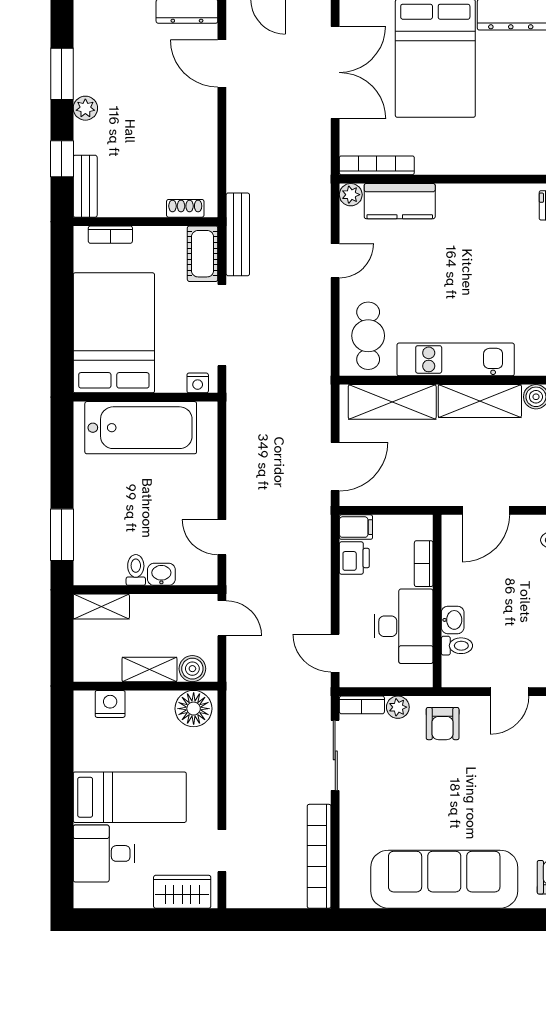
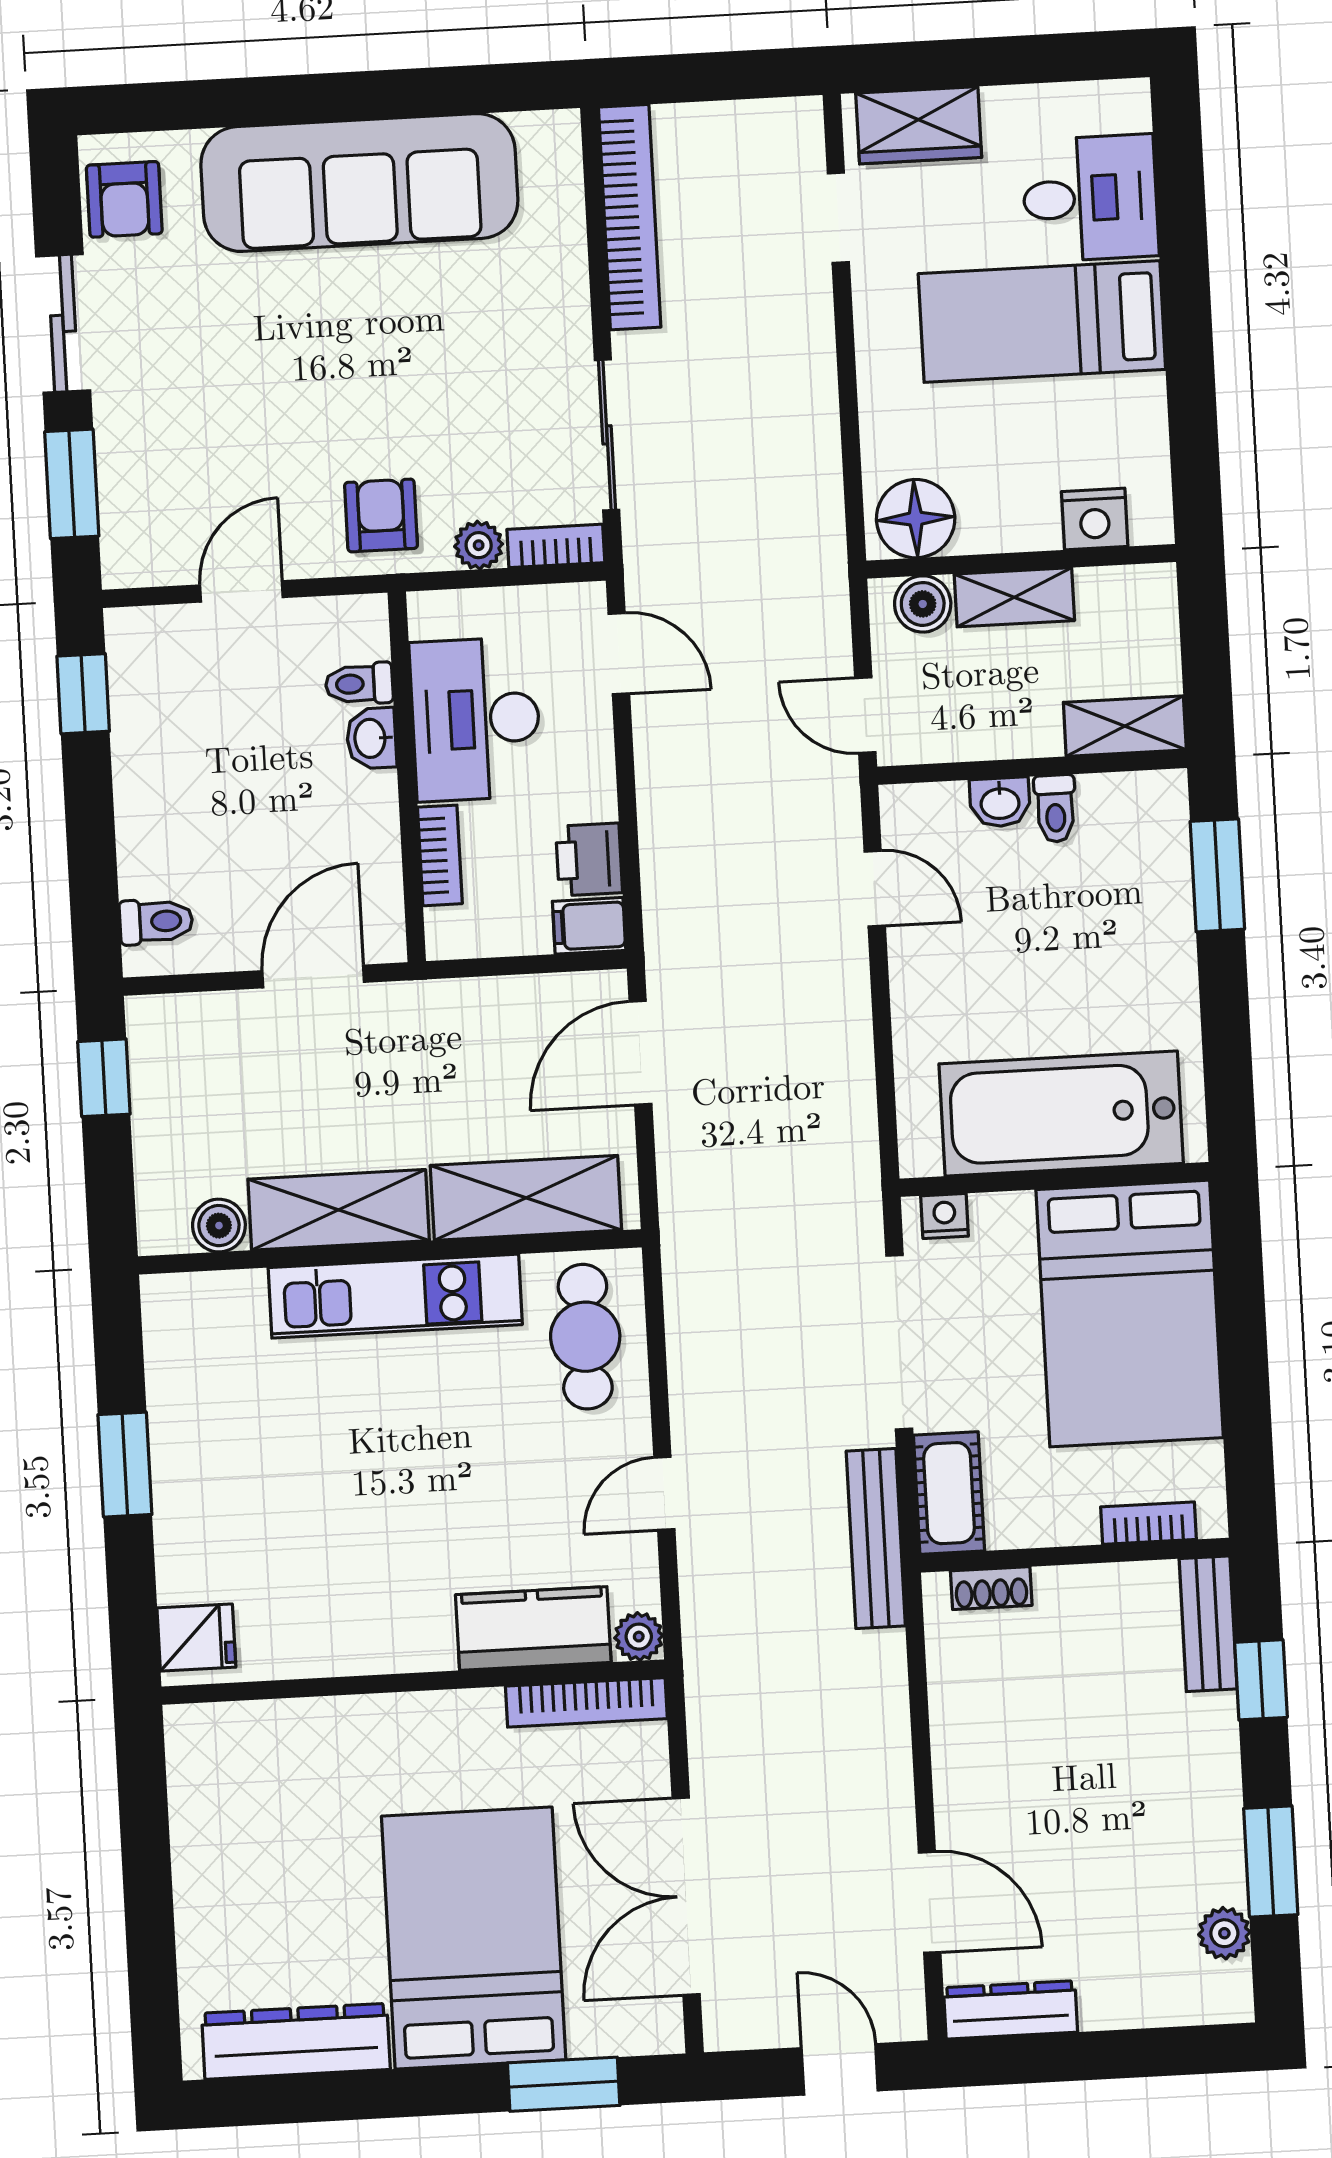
plant: (85, 108) -> (1224, 1933), moved

